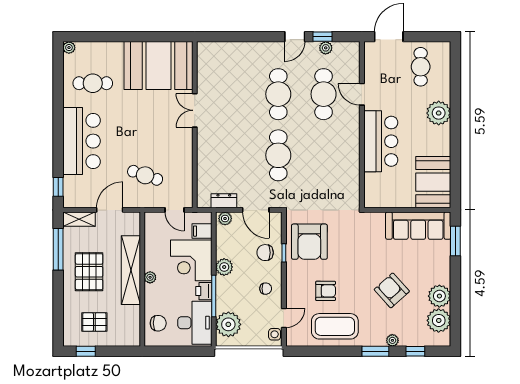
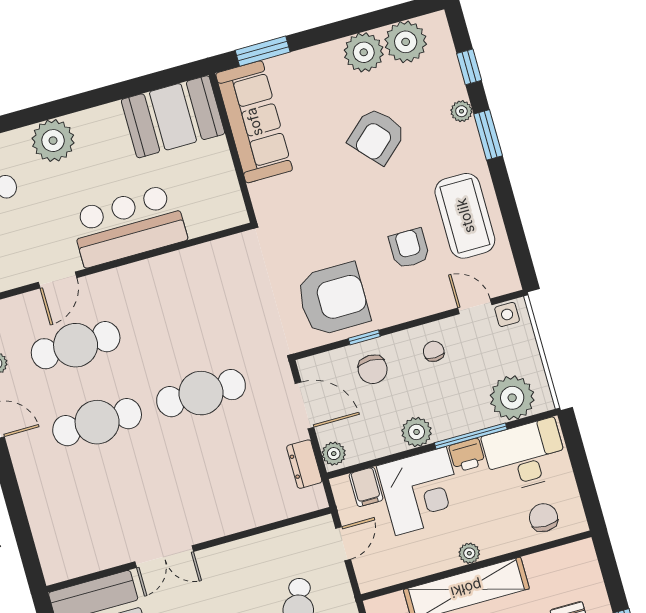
door: (256, 210) -> (304, 405), hinge flipped

